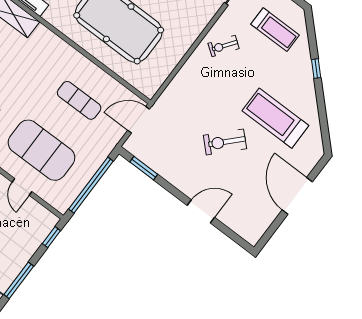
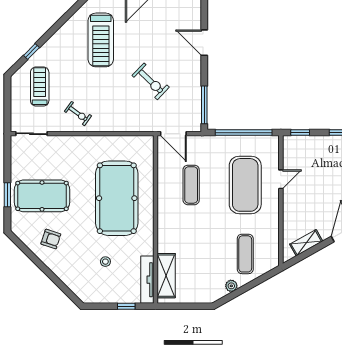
window: (316, 69) -> (31, 52), moved
exercise bike: (225, 142) -> (151, 81), moved
window: (144, 168) -> (204, 105), width x1.44

